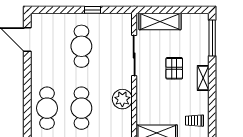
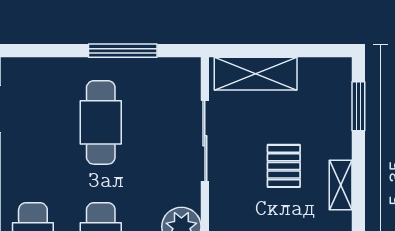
window: (93, 10) -> (123, 51), width x2.17
window: (212, 38) -> (358, 106), width x0.69

